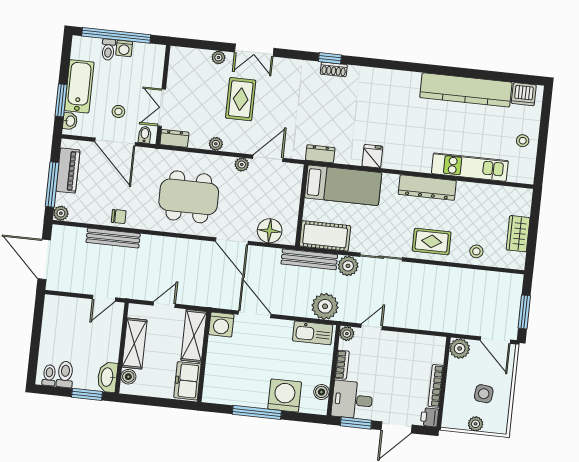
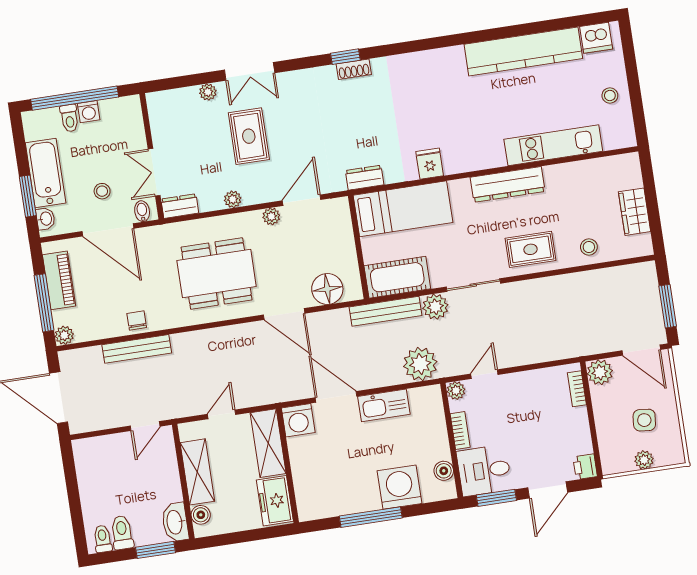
chair: (119, 216) -> (137, 320), turned -90
kitchen sink: (313, 333) -> (384, 405), moved
bookcase: (436, 386) -> (577, 389), moved, width x0.64

